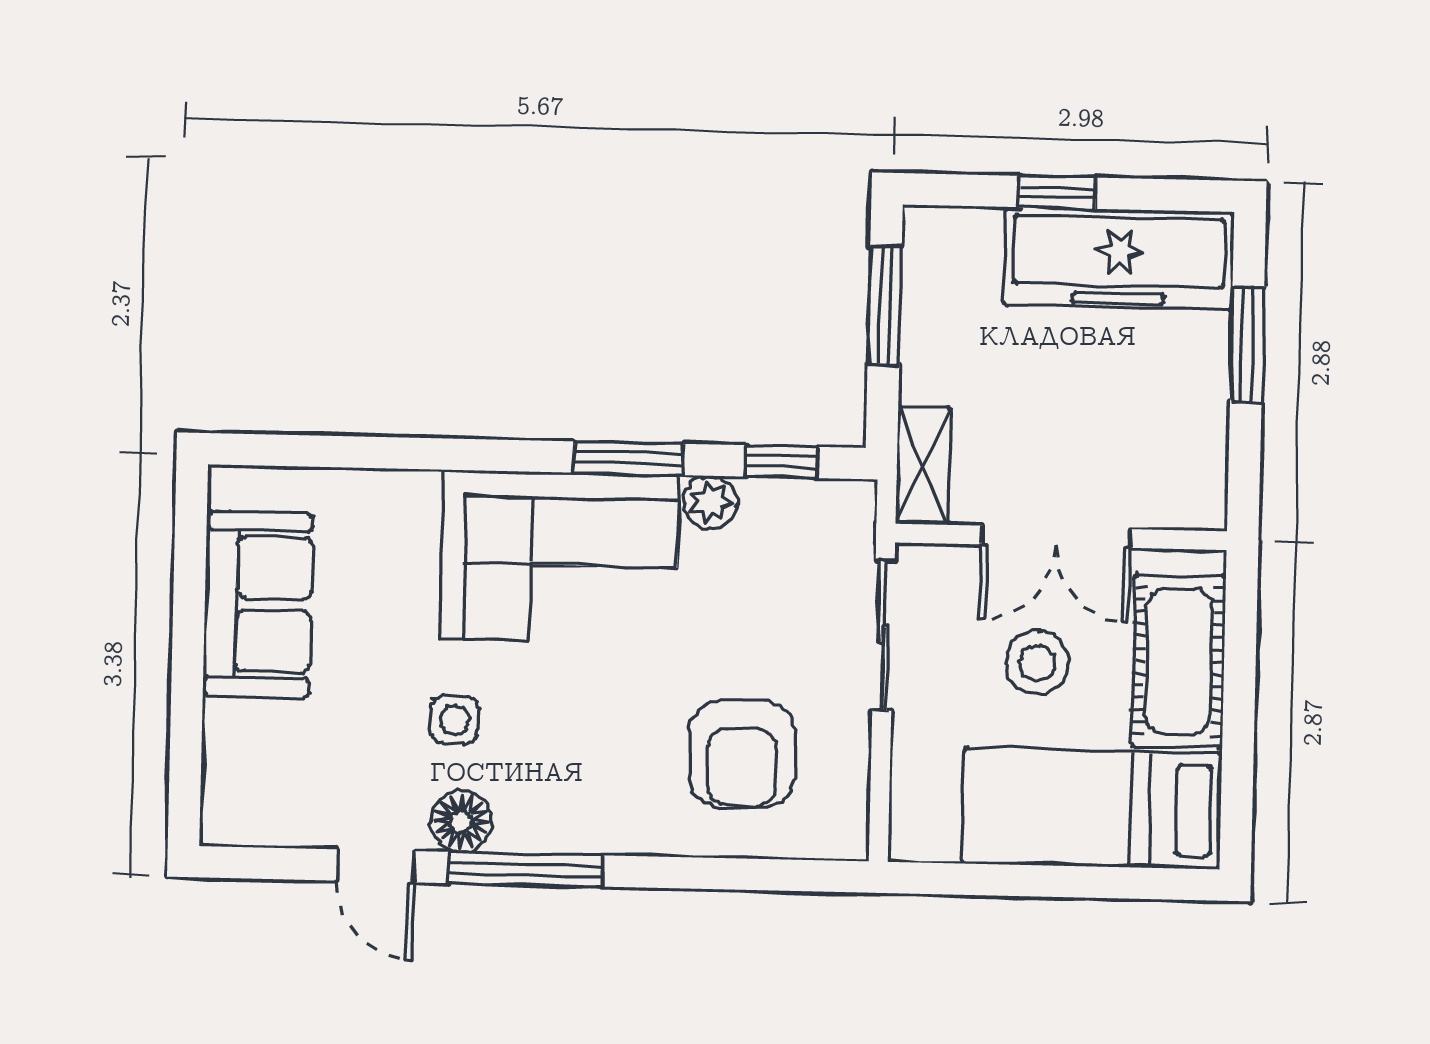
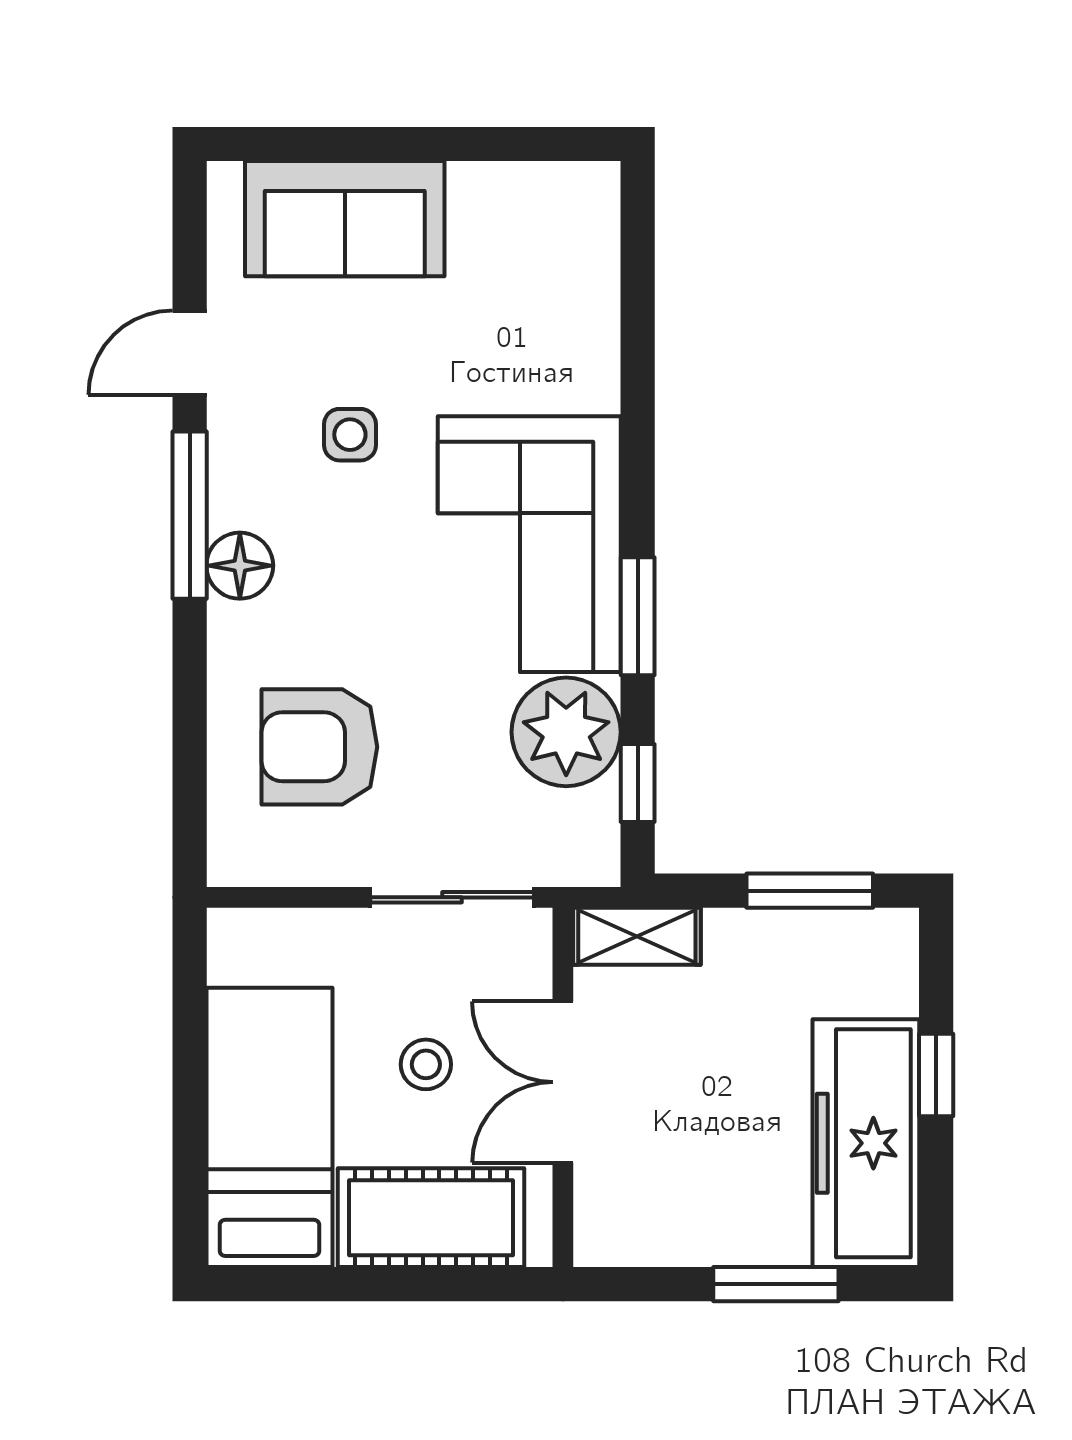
plant: (710, 502) -> (566, 732), width x1.88, depth x1.88
sofa: (258, 604) -> (345, 219), moved
stool: (1037, 663) -> (426, 1064), width x0.73, depth x0.73
floor lamp: (461, 821) -> (240, 566), moved

